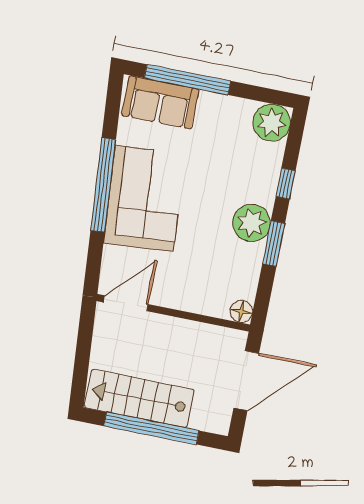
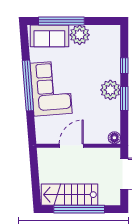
plant: (272, 123) -> (80, 35), moved
door: (126, 303) -> (71, 146), moved

